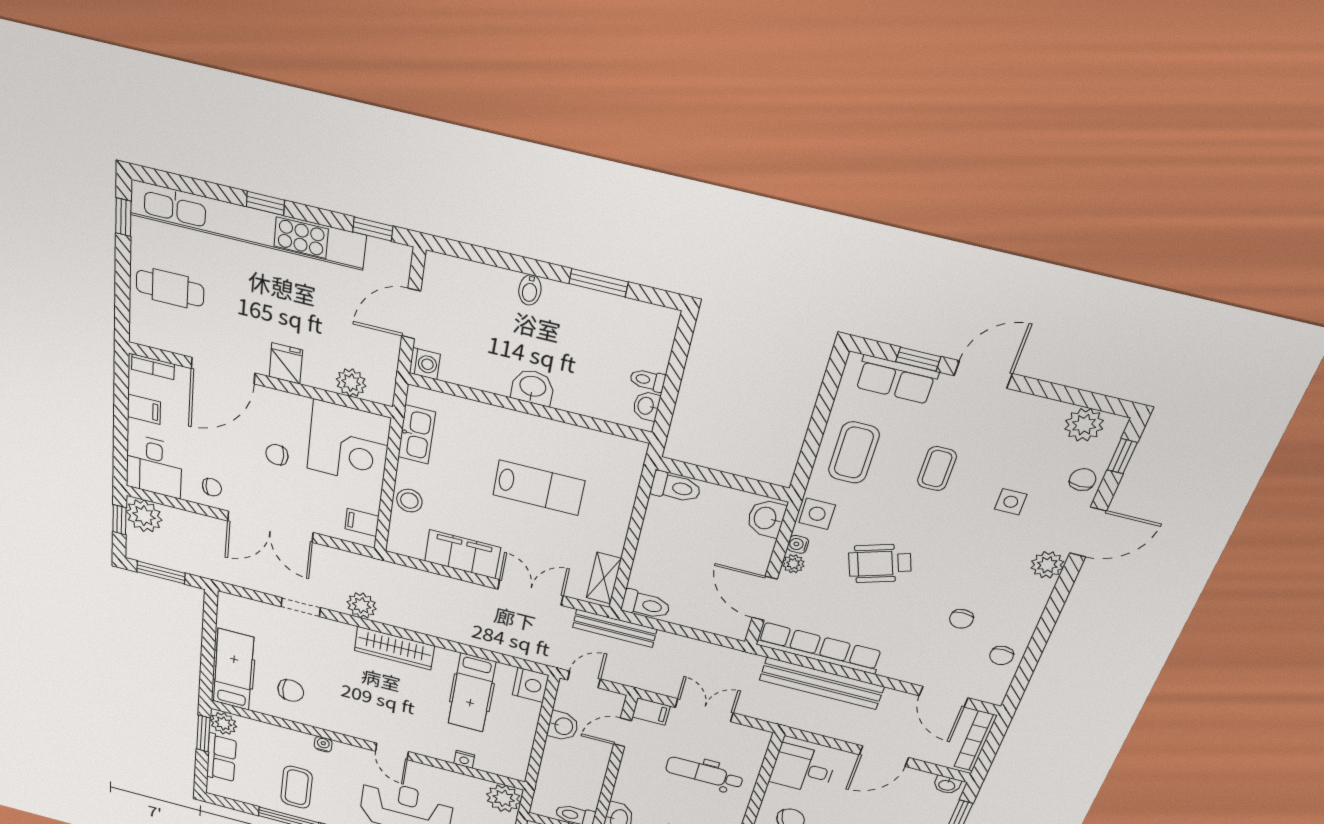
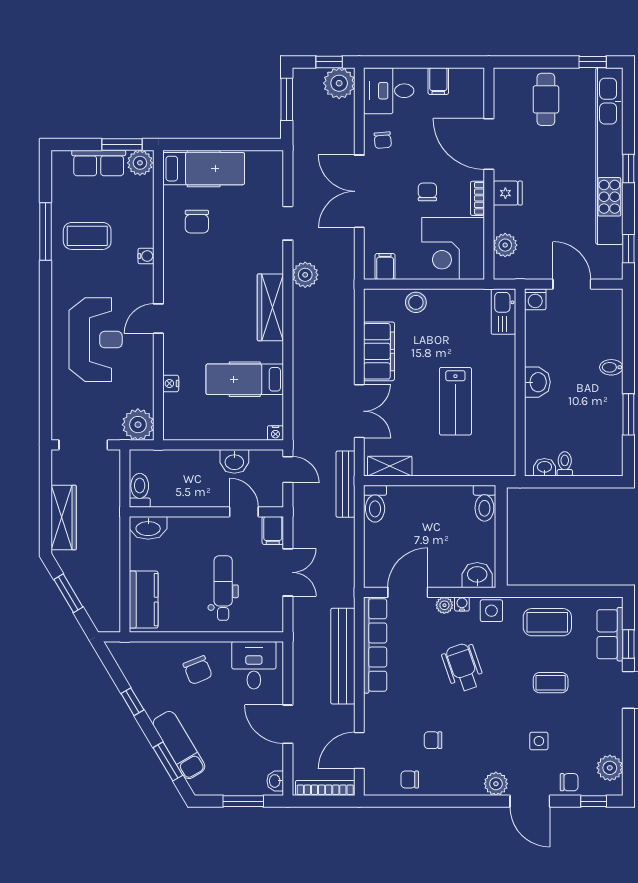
bookcase: (153, 367) -> (477, 198), moved
kitchen sink: (417, 435) -> (503, 312), moved, turned 90
nightstand: (531, 685) -> (275, 433), width x0.53, depth x0.56

